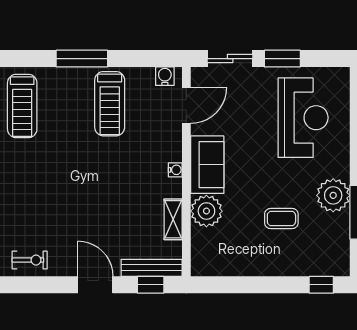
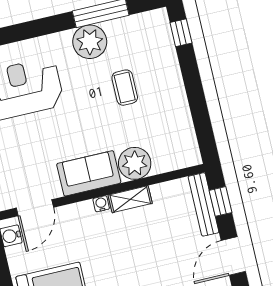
door: (186, 105) -> (35, 208), swing flipped
shelving: (173, 219) -> (130, 199), moved

